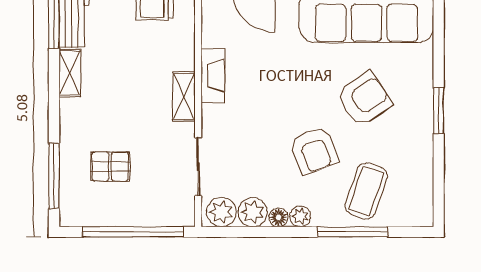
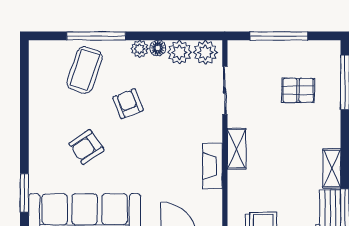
armchair: (364, 99) -> (86, 147), width x0.72, depth x0.72
window: (439, 111) -> (24, 193), moved
armchair: (314, 150) -> (128, 104), width x0.72, depth x0.72
window: (133, 232) -> (279, 36), width x0.68

